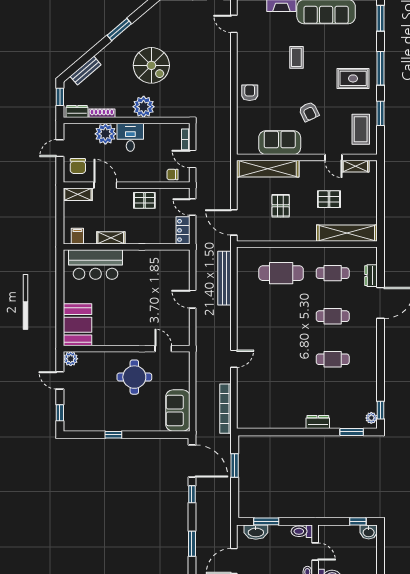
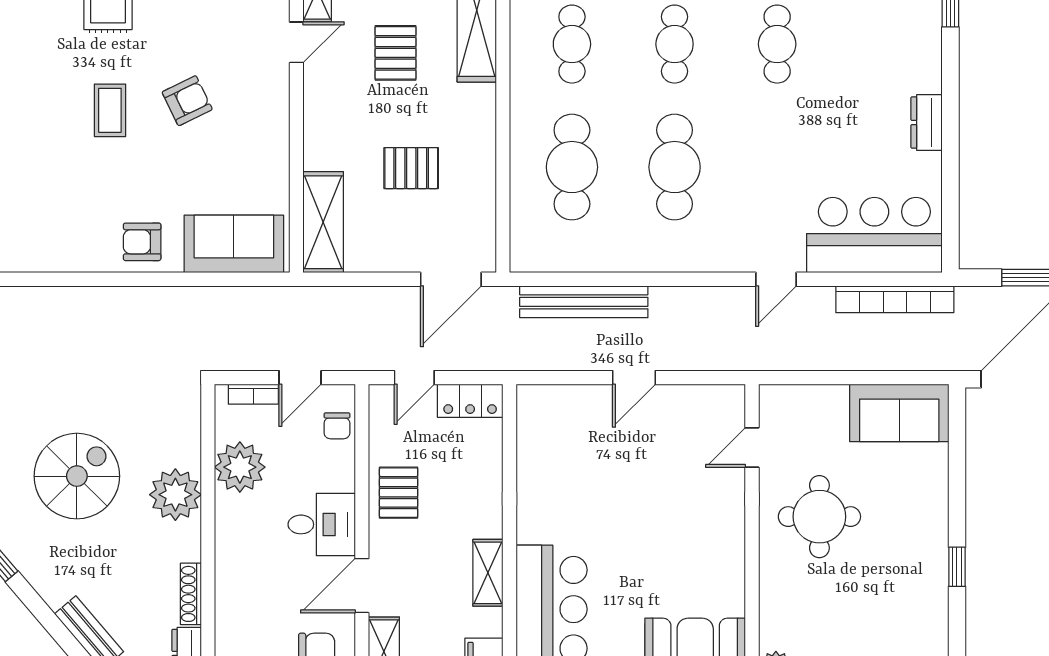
coffee table: (296, 57) -> (110, 110), moved, turned 90
plant: (105, 134) -> (240, 467), moved
desk: (130, 137) -> (322, 524), moved, turned 180
sofa: (280, 143) -> (234, 244), moved, turned 90
shelving: (268, 169) -> (323, 222), width x0.68
cafe table: (281, 316) -> (675, 167), added
door: (234, 359) -> (776, 279), swing flipped
bar counter: (253, 400) -> (874, 235), added
dresser: (318, 422) -> (927, 122), moved

